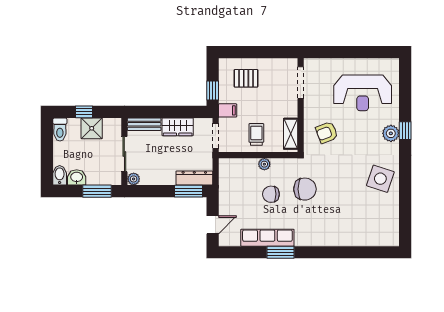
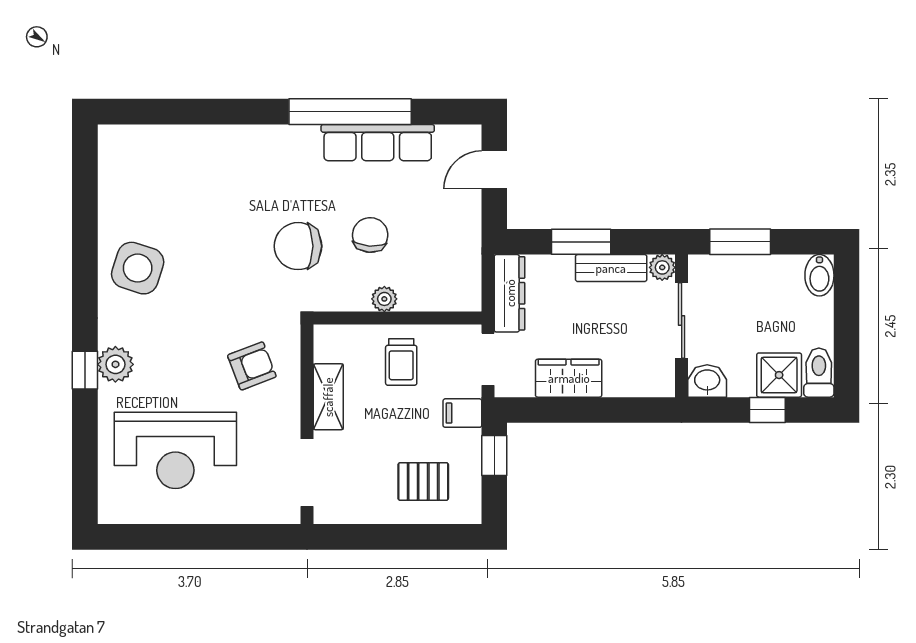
reception desk: (363, 93) -> (175, 450), turned 180
bench: (144, 124) -> (611, 268), moved
shower: (92, 128) -> (779, 375), moved
shelving: (291, 134) -> (328, 397), moved
washbasin: (77, 177) -> (707, 381), moved, turned 180
dresser: (194, 178) -> (510, 293), moved, turned -90
window: (189, 191) -> (581, 242), moved
chair: (271, 194) -> (370, 235), turned -86
window: (280, 252) -> (350, 112), width x2.11

